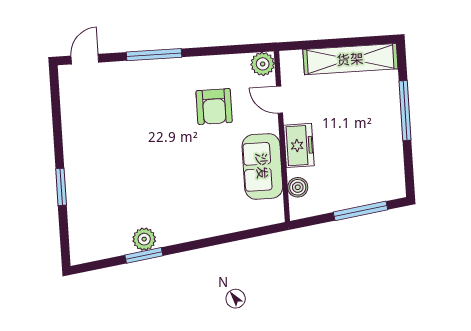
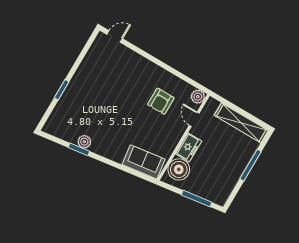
window: (154, 55) -> (149, 57), removed
sofa: (262, 166) -> (144, 162), moved, turned 82
boiler: (298, 187) -> (179, 169), width x1.86, depth x1.86

